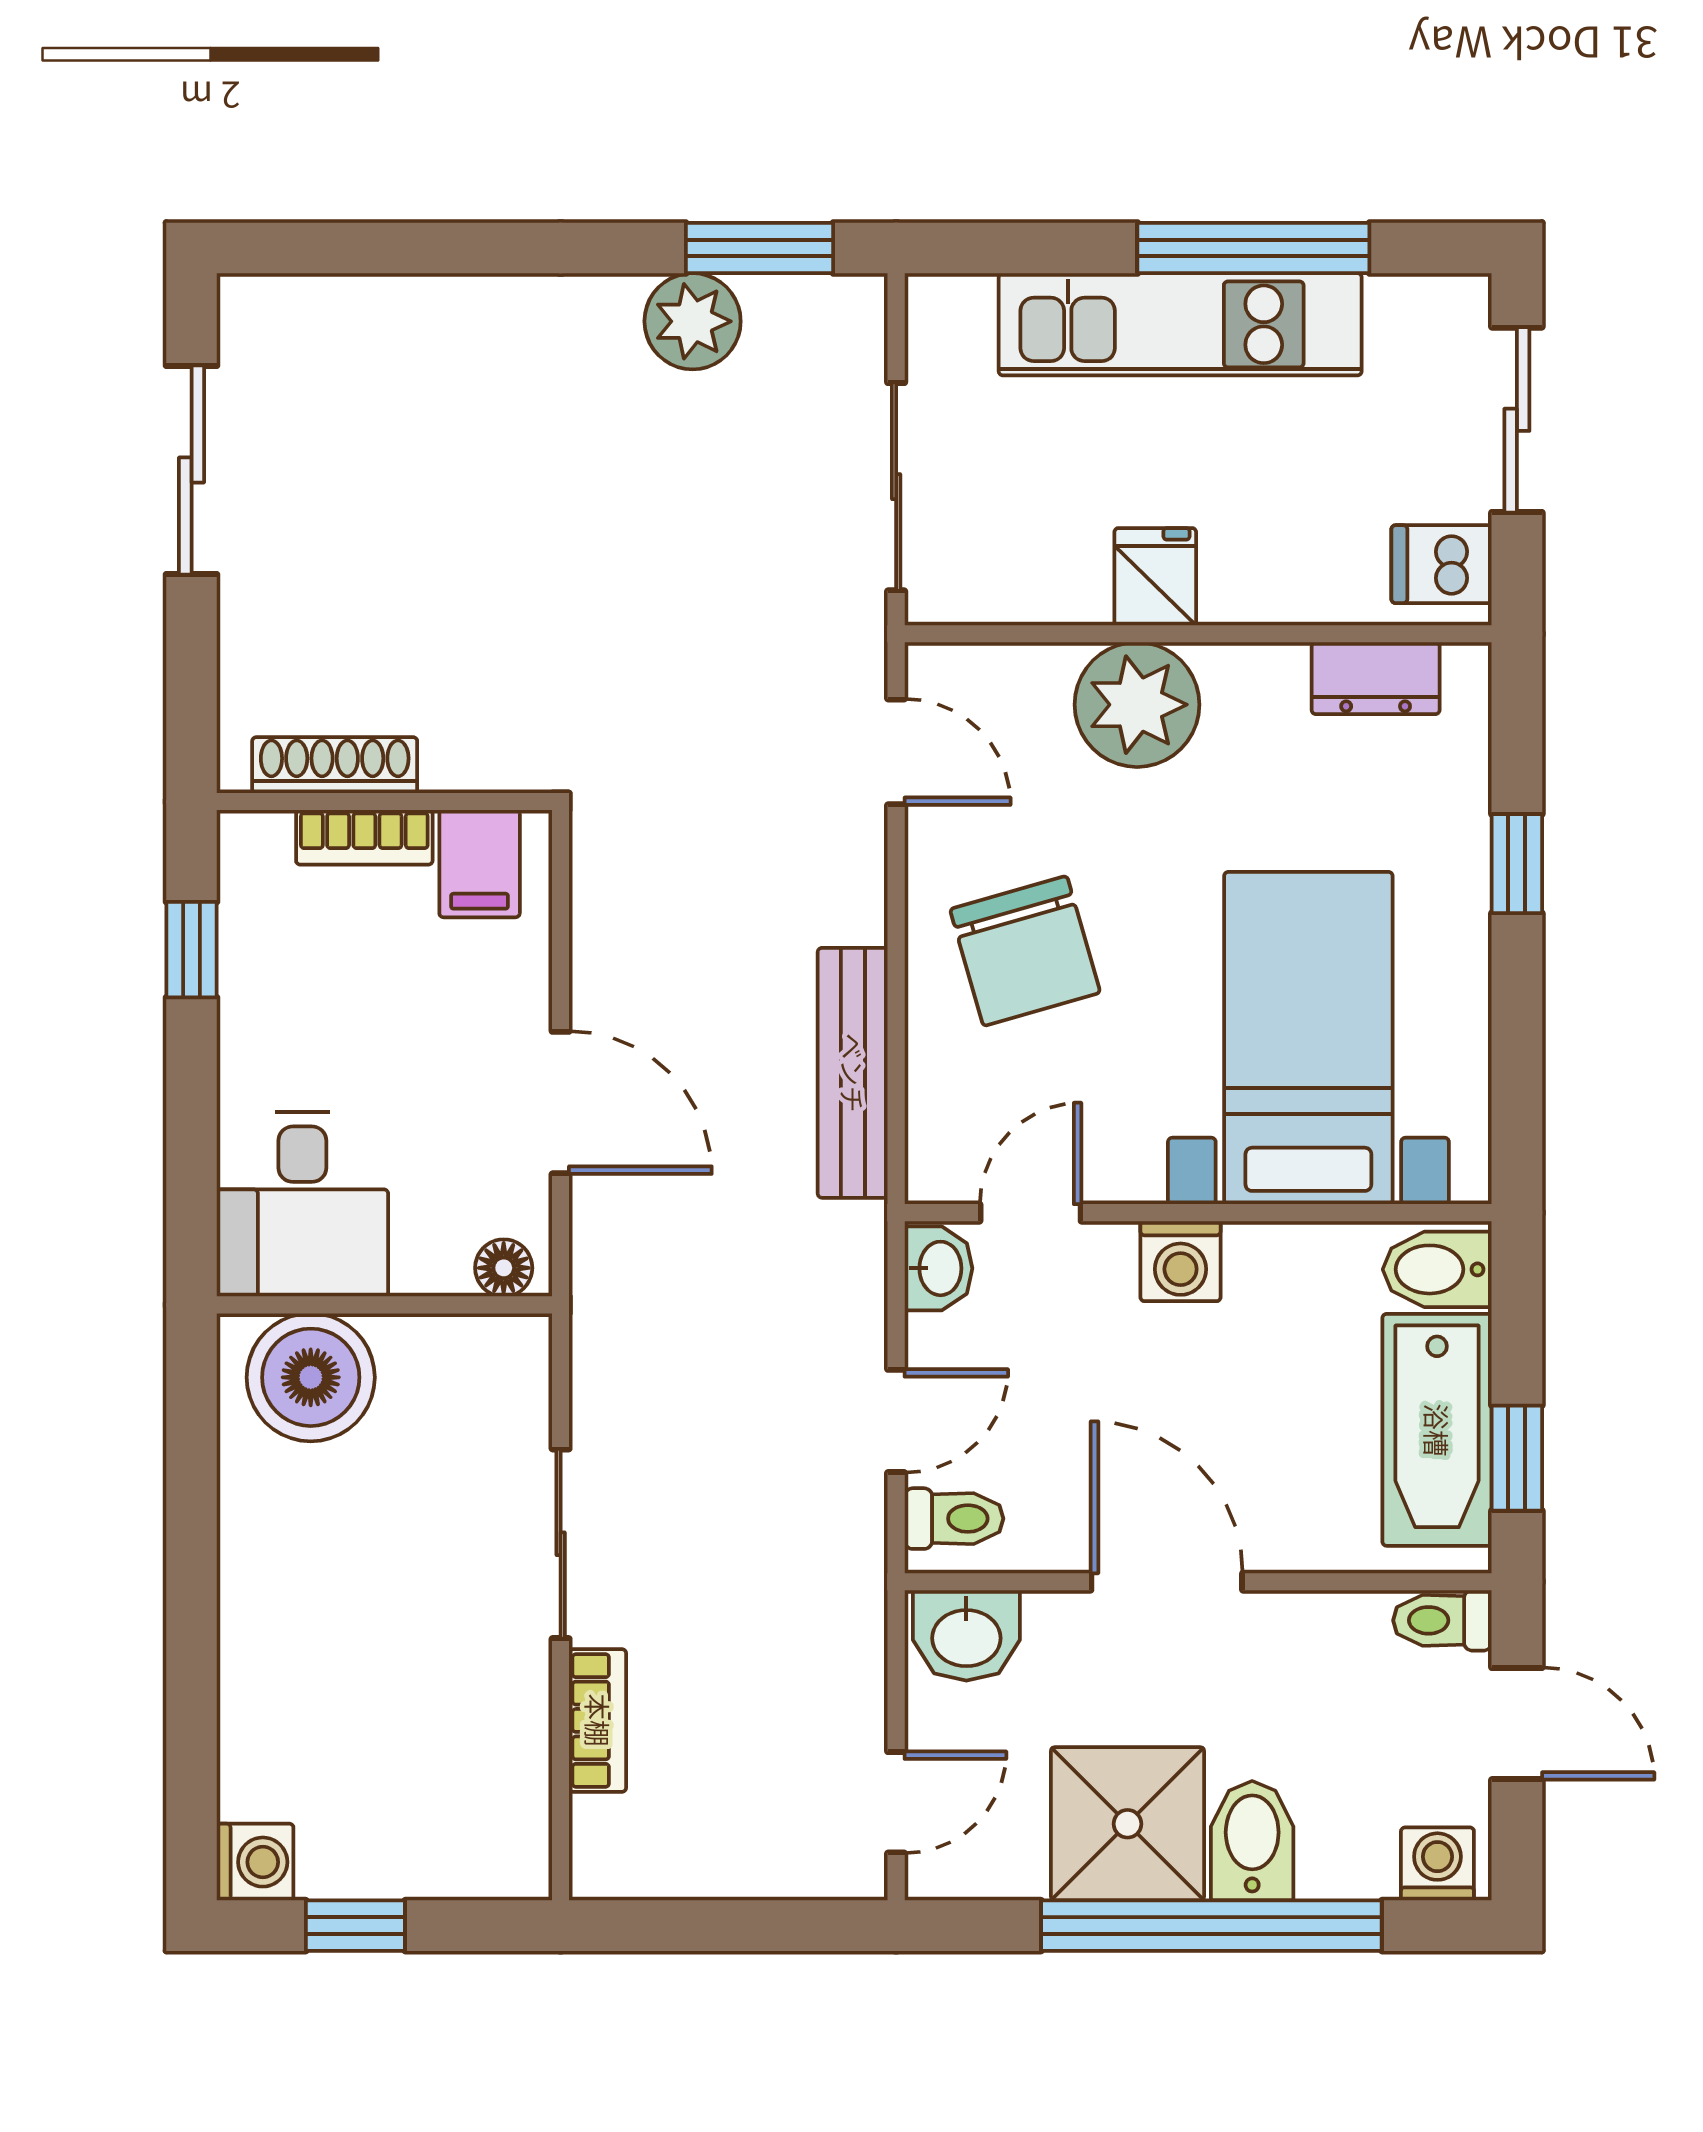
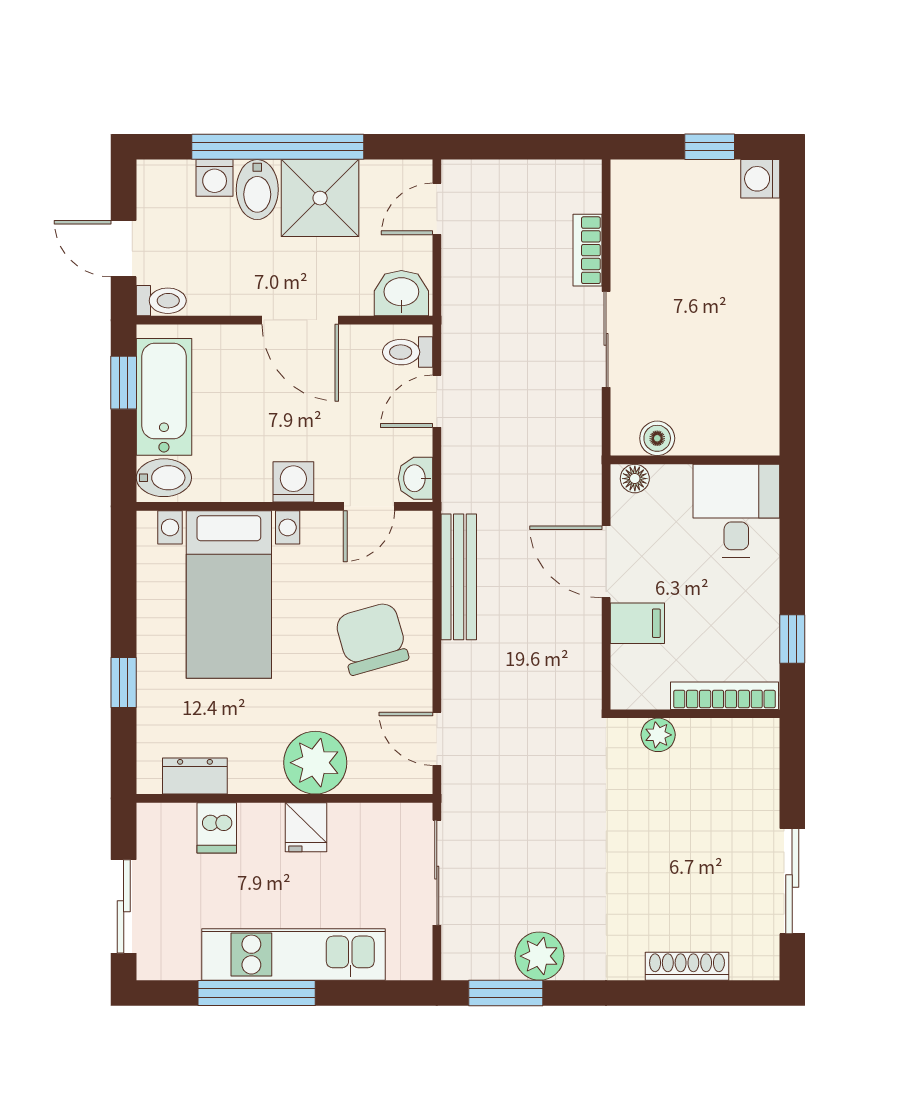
dishwasher: (1441, 564) -> (217, 828), moved, turned 90
plant: (457, 760) -> (658, 735), added
shoe rack: (335, 765) -> (687, 966), moved, turned 180
bookcase: (364, 837) -> (724, 696), width x1.56
filing cabinet: (480, 864) -> (637, 623), moved, turned 90
boiler: (311, 1377) -> (657, 438), moved, width x0.54, depth x0.54
washing machine: (1437, 1864) -> (215, 178), moved

